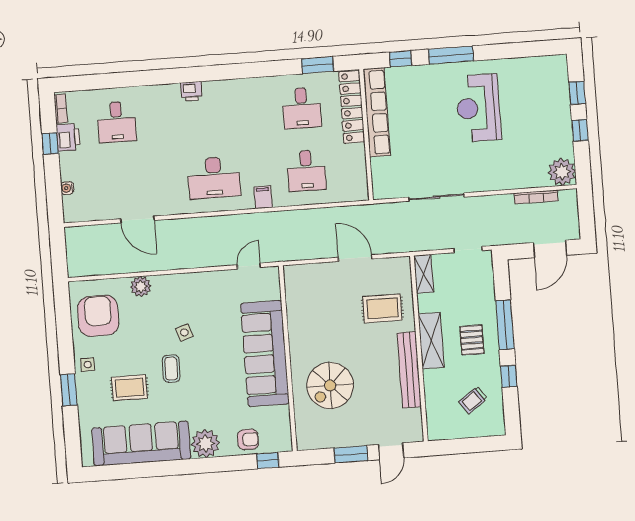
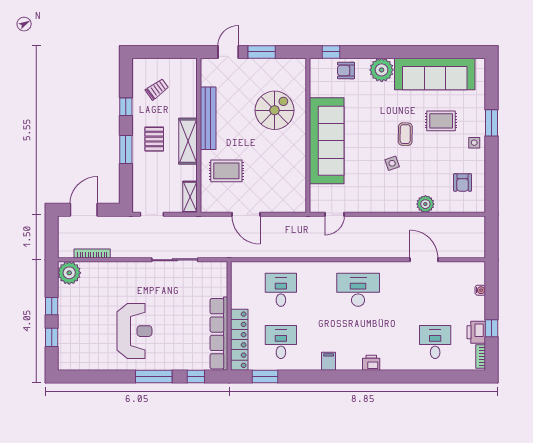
filing cabinet: (263, 197) -> (329, 361), moved, turned 180
armchair: (98, 316) -> (463, 182), width x0.53, depth x0.53
window: (505, 325) -> (126, 150), width x0.69

